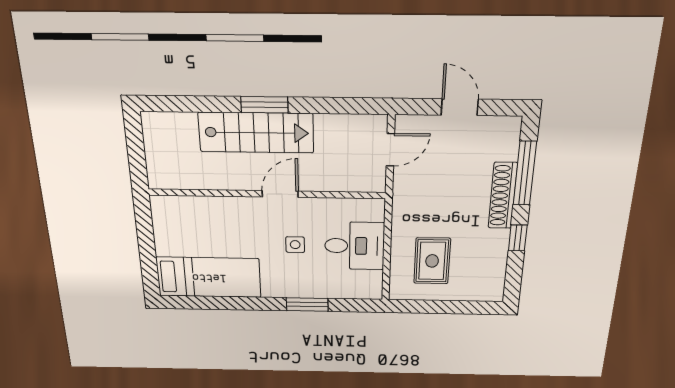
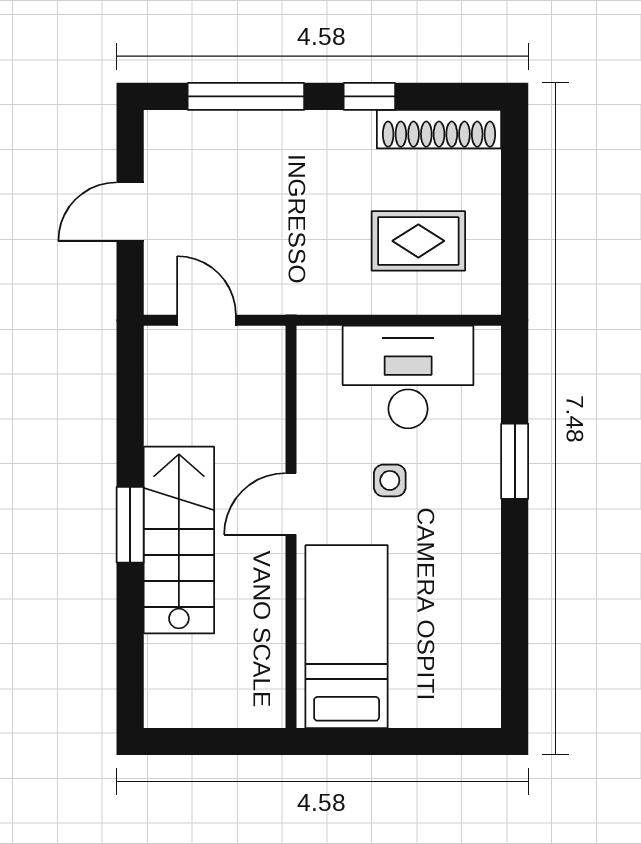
door: (280, 194) -> (291, 504), hinge flipped
shoe rack: (503, 196) -> (439, 129), moved
desk: (355, 246) -> (408, 377), width x1.37
bed: (209, 277) -> (347, 637), moved

